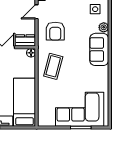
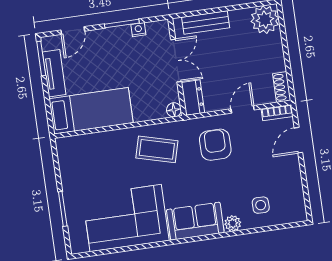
door: (37, 12) -> (243, 109), hinge flipped
armchair: (55, 31) -> (215, 145), turned 90
corner sofa: (80, 109) -> (126, 218), moved, turned -90

